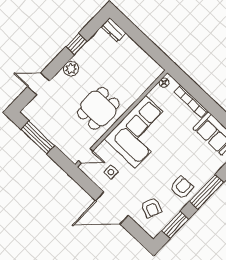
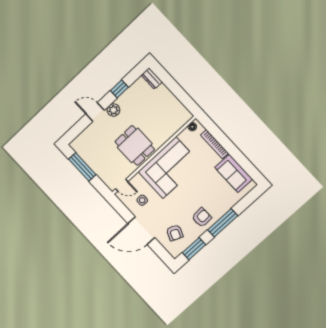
door: (39, 84) -> (95, 112), moved
dining table: (98, 108) -> (135, 145), turned 90

